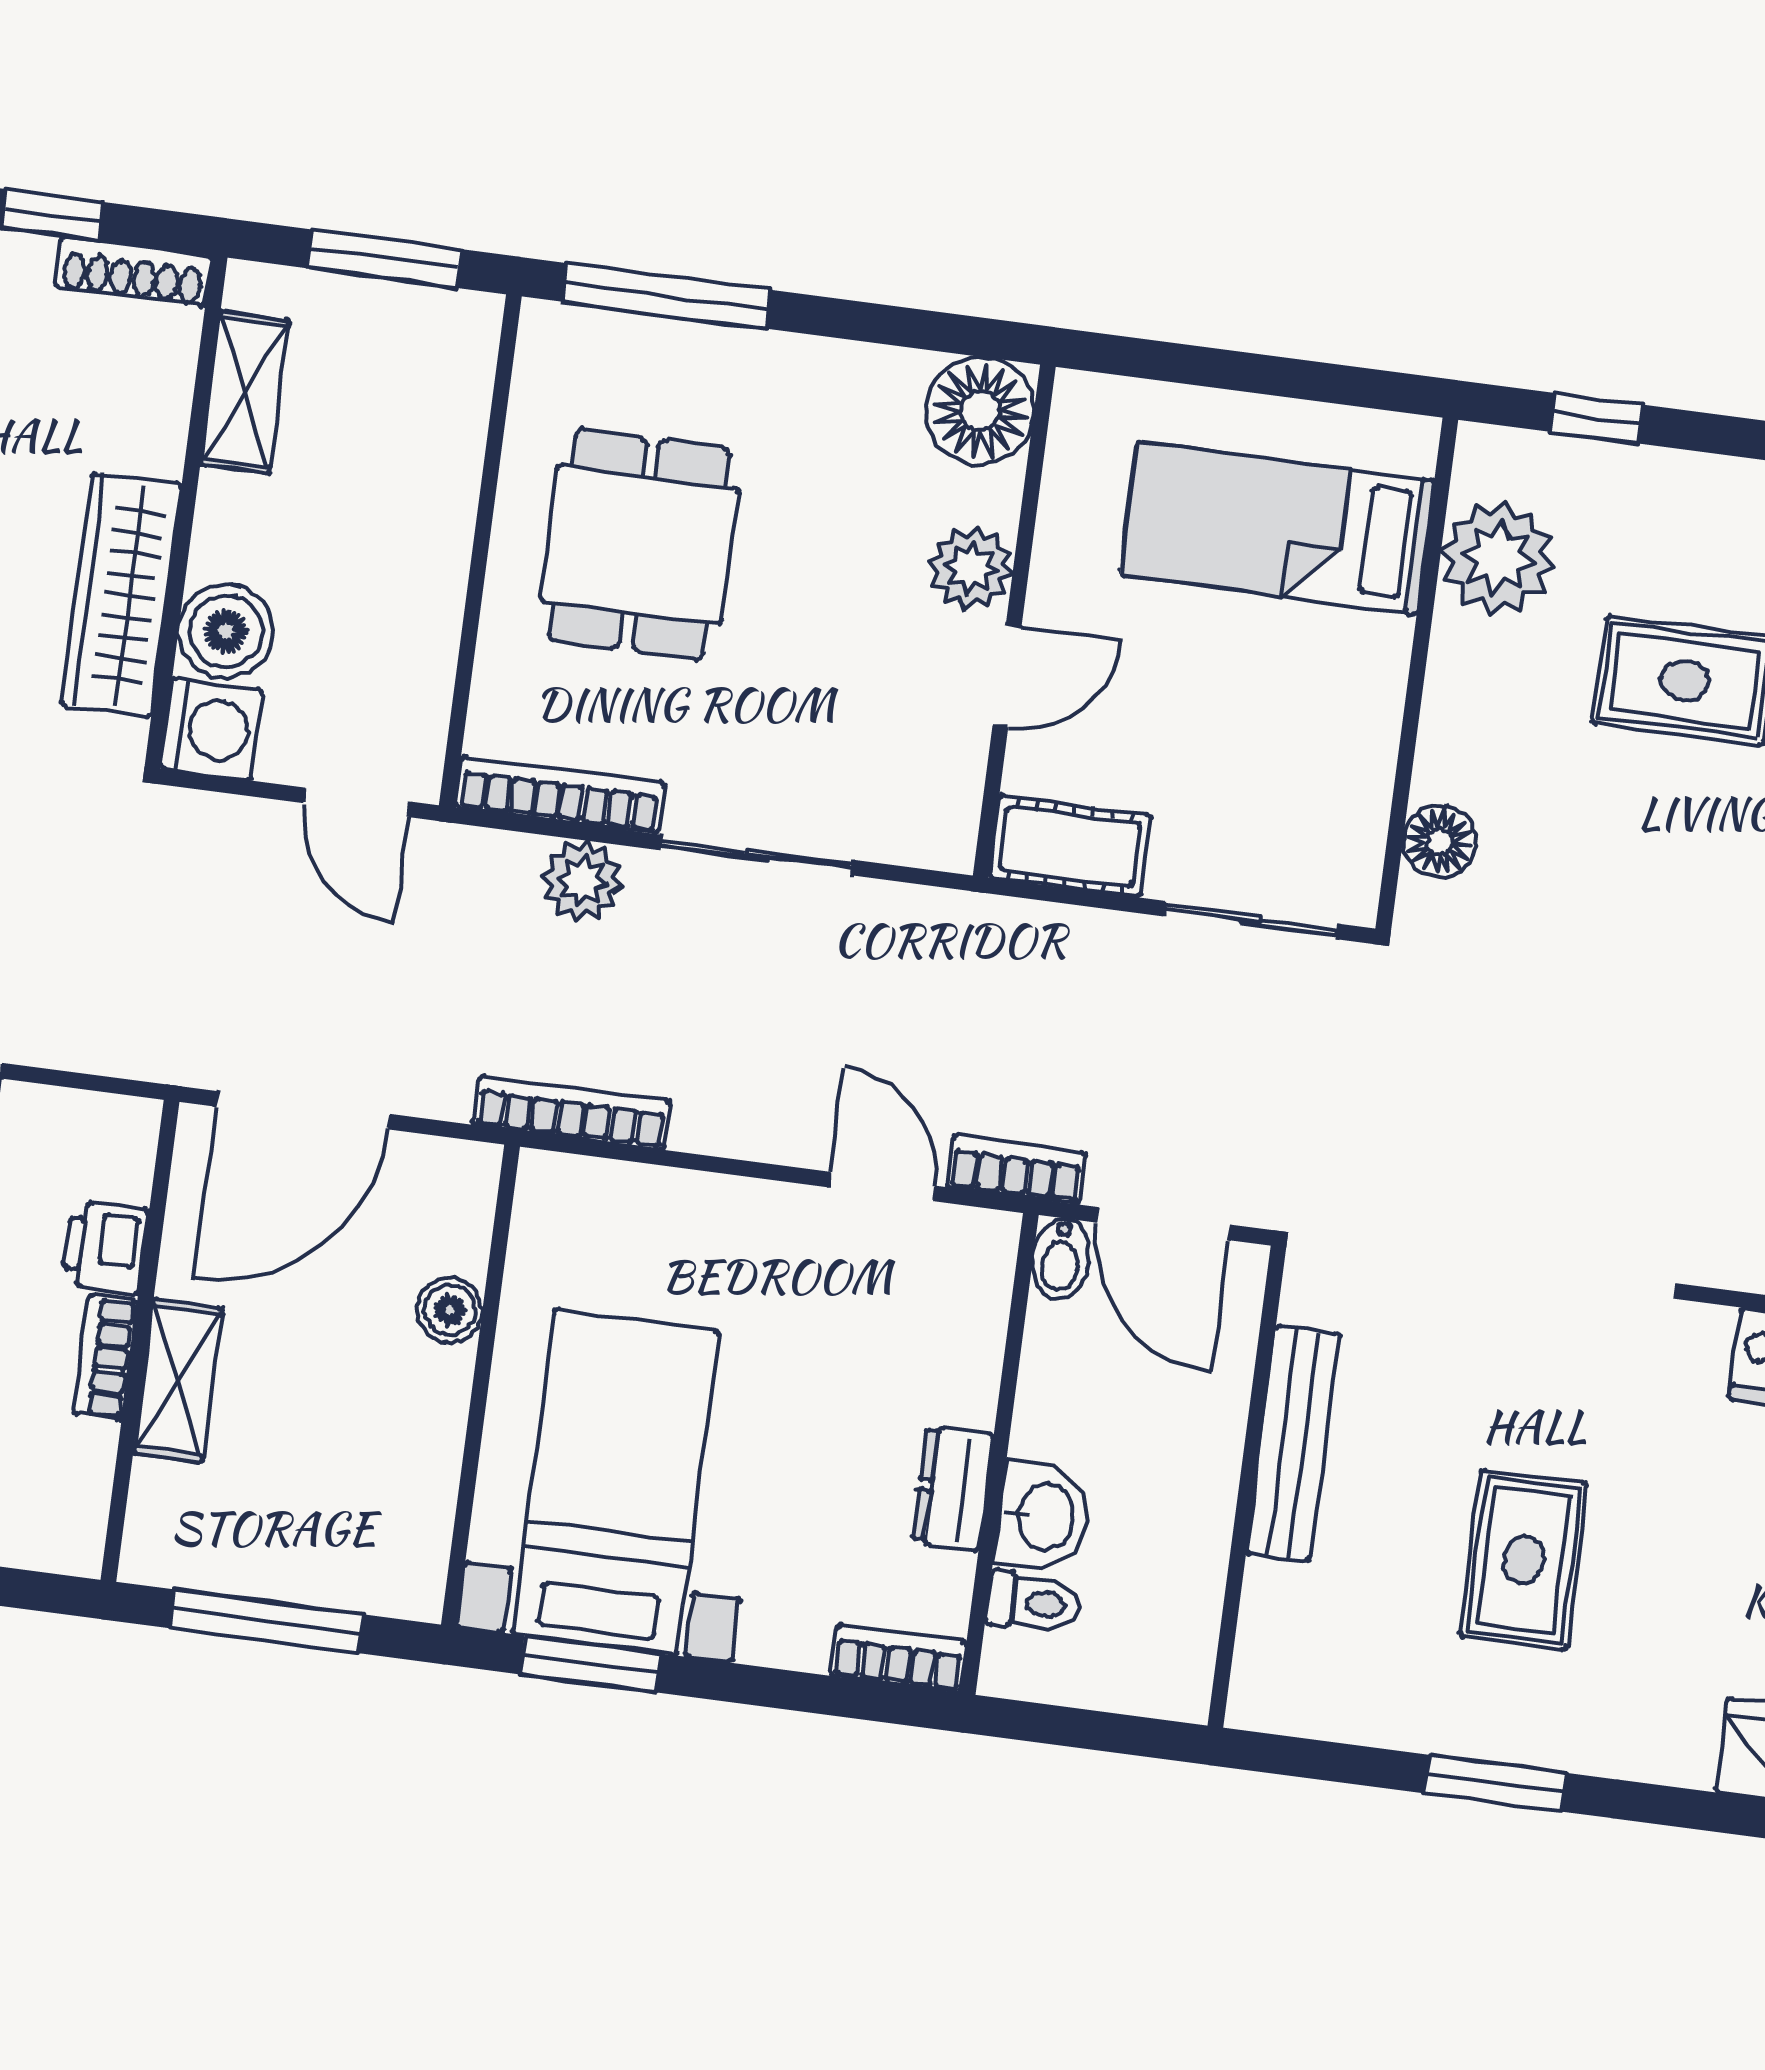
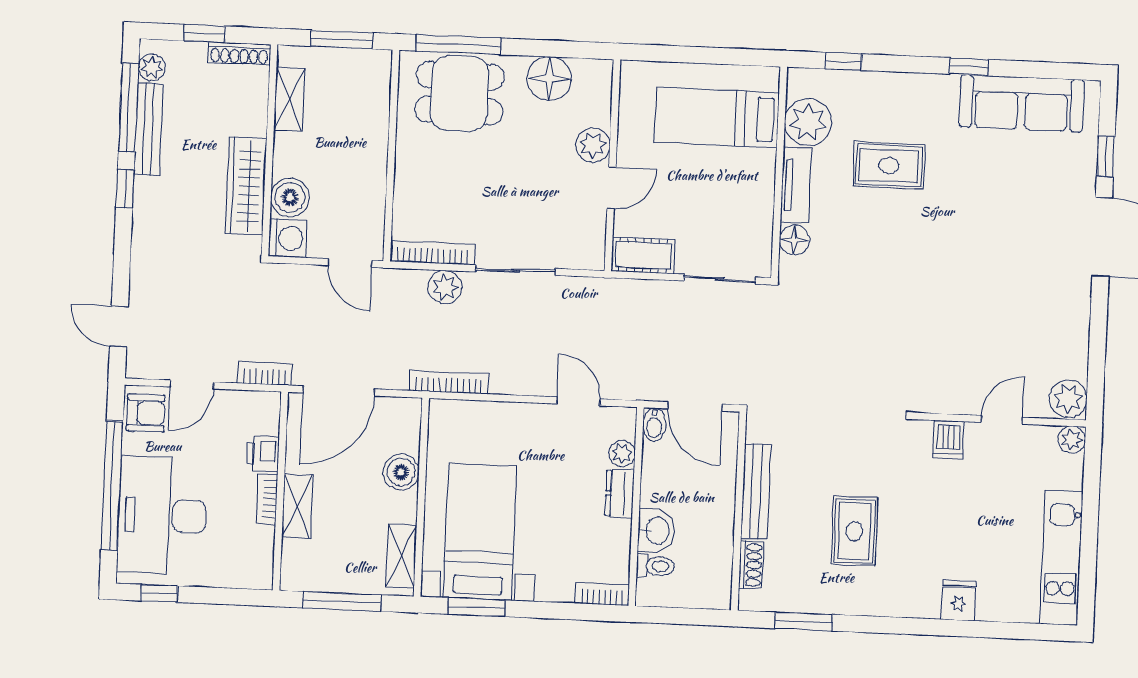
floor lamp: (980, 411) -> (549, 79), moved
dining table: (639, 544) -> (460, 93), moved, turned 90
tv unit: (1455, 709) -> (796, 185), added
bookcase: (1016, 1169) -> (265, 373), moved
boiler: (450, 1310) -> (401, 472), width x1.36, depth x1.36
plant: (976, 1322) -> (622, 453), added
dresser: (953, 1488) -> (620, 494), moved
shelving: (420, 1524) -> (401, 556), added
shoe rack: (1265, 1620) -> (751, 565), added
window: (1495, 1783) -> (804, 622), moved

